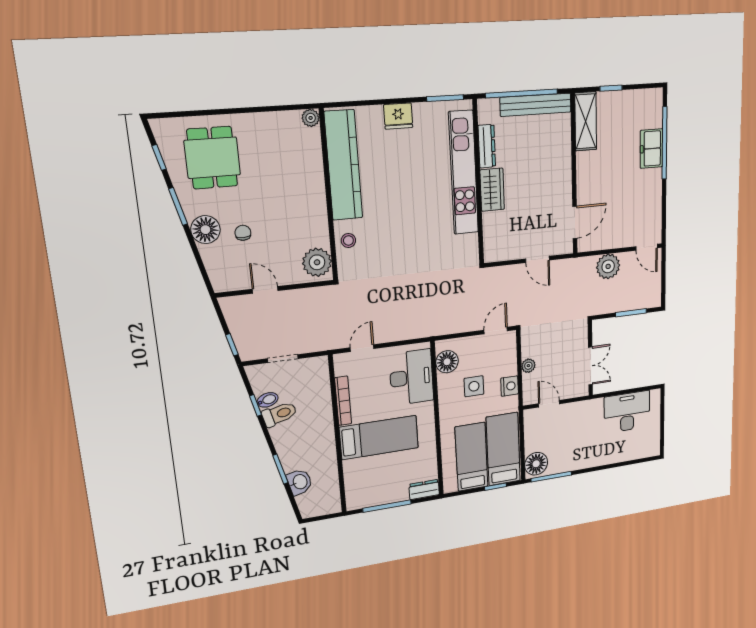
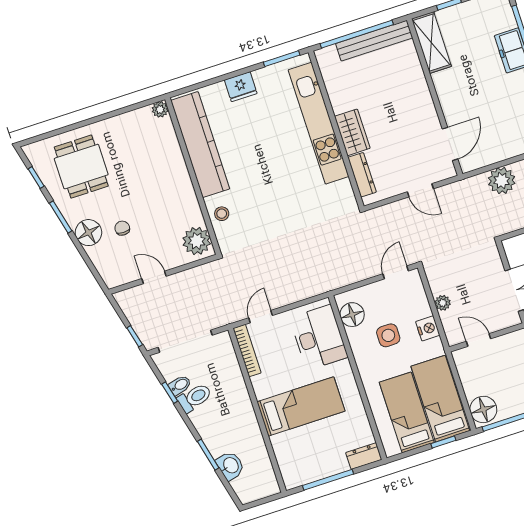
dresser: (487, 146) -> (362, 175), moved
doorway: (283, 359) -> (185, 341), width x1.88
bookcase: (343, 401) -> (247, 351), moved

